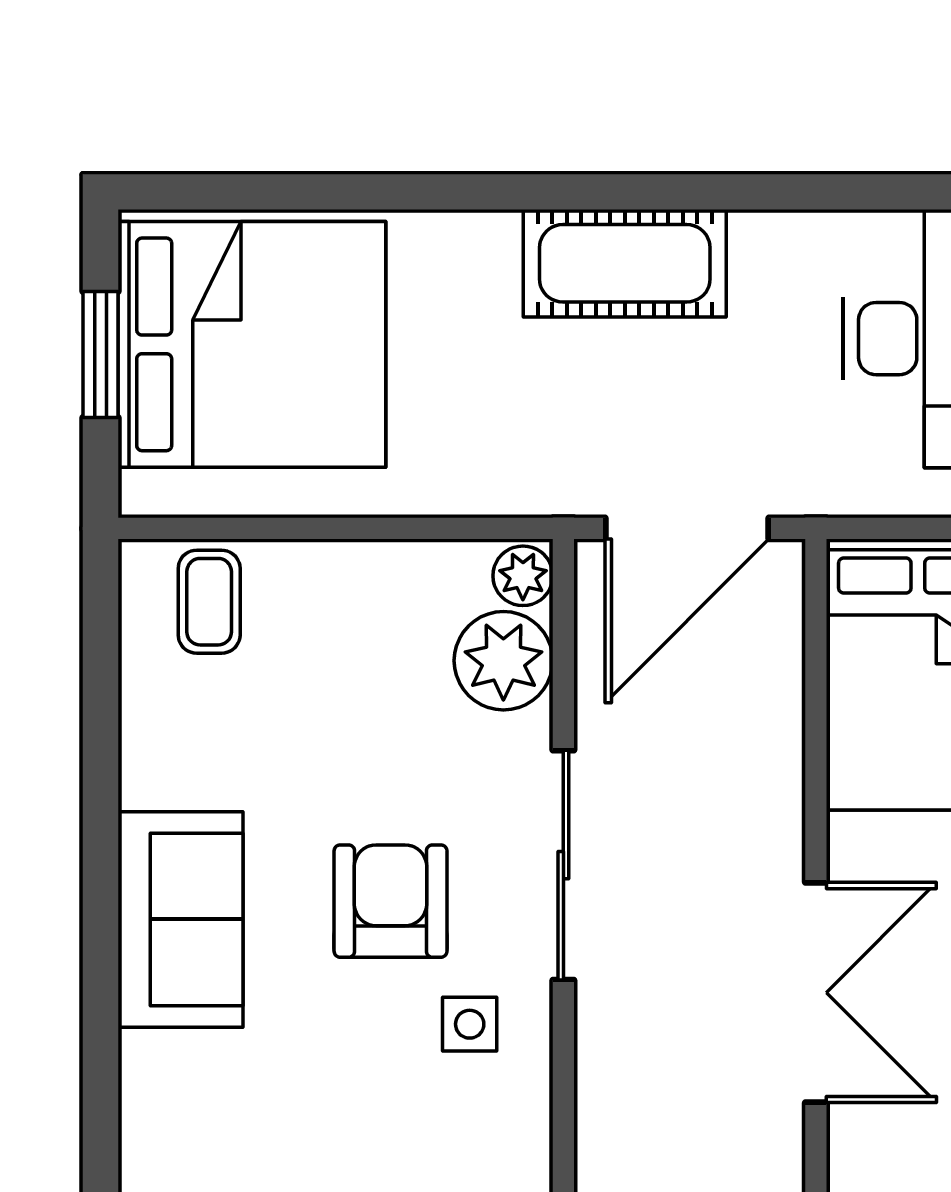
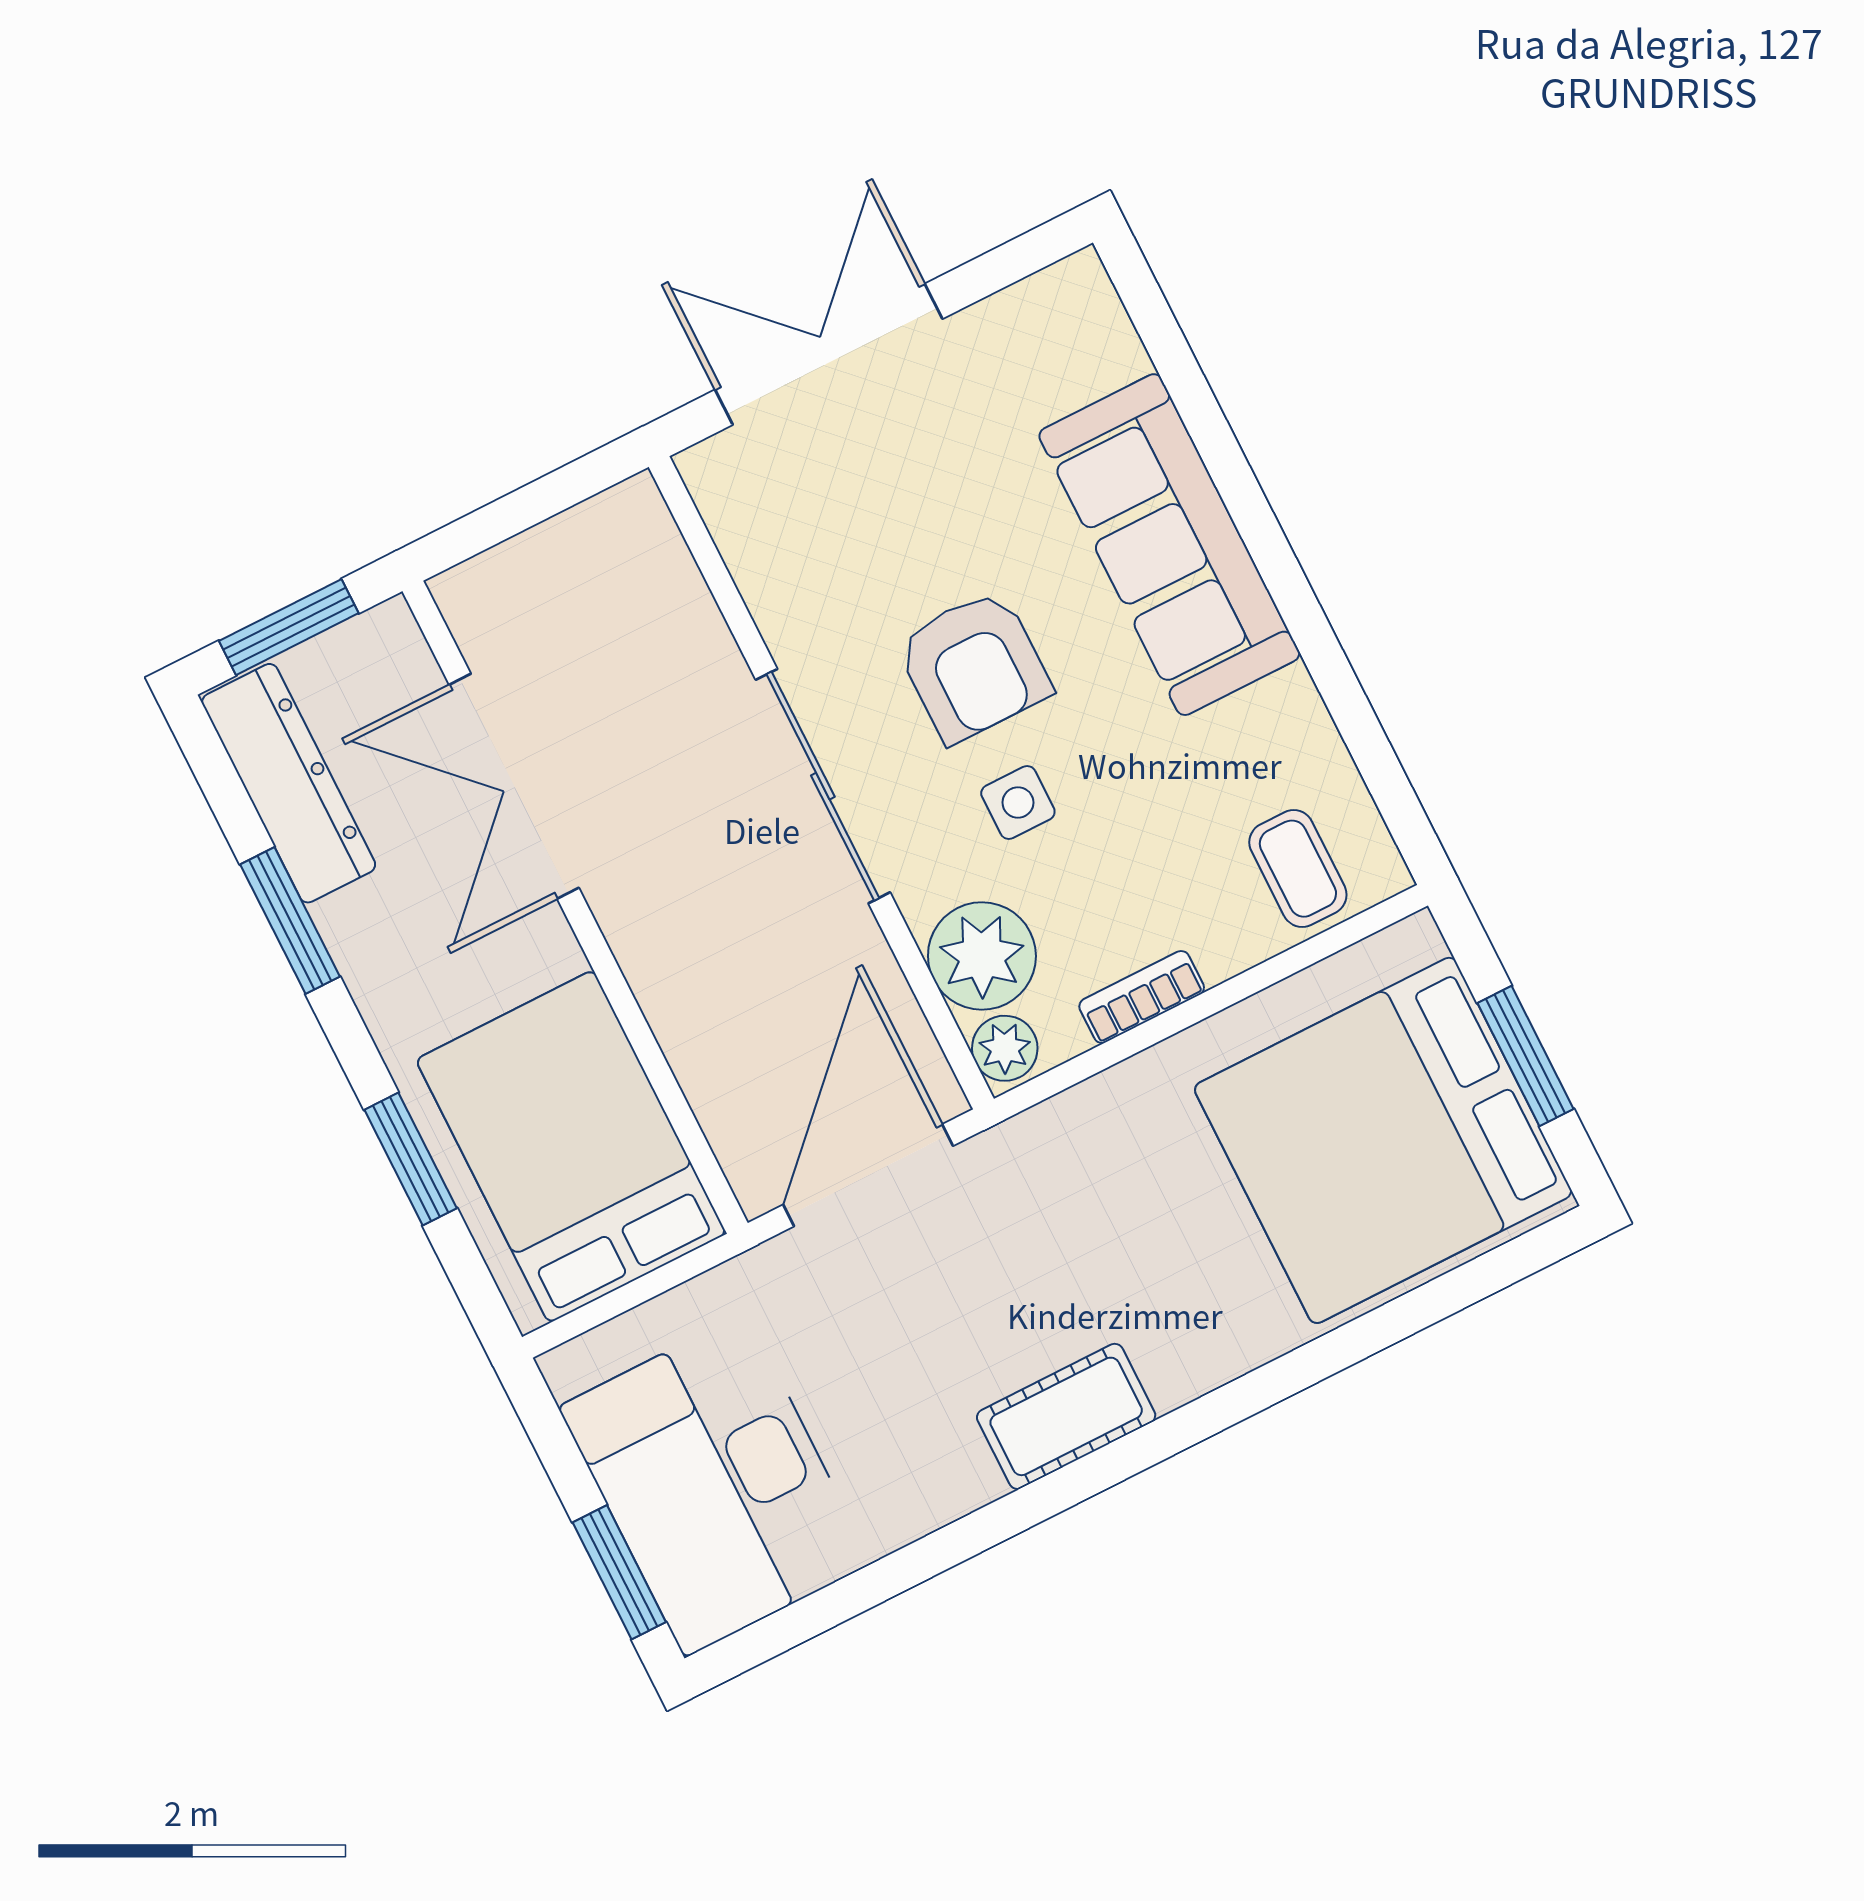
cot: (625, 263) -> (1066, 1416), width x0.73, depth x0.75
bookcase: (390, 561) -> (1142, 997), added
sofa: (180, 919) -> (1169, 545), width x1.36
side table: (470, 1024) -> (1018, 802), moved

